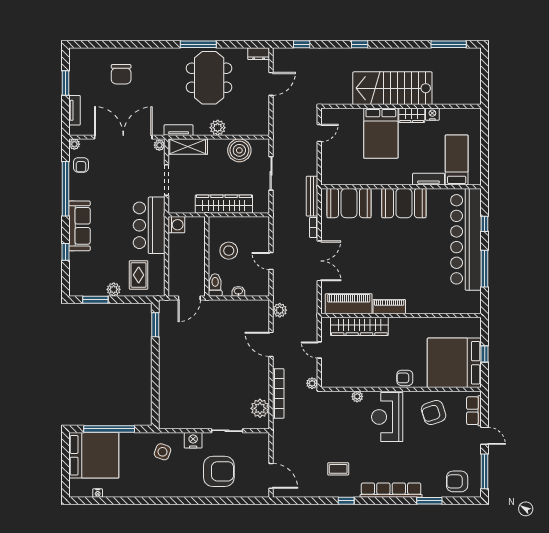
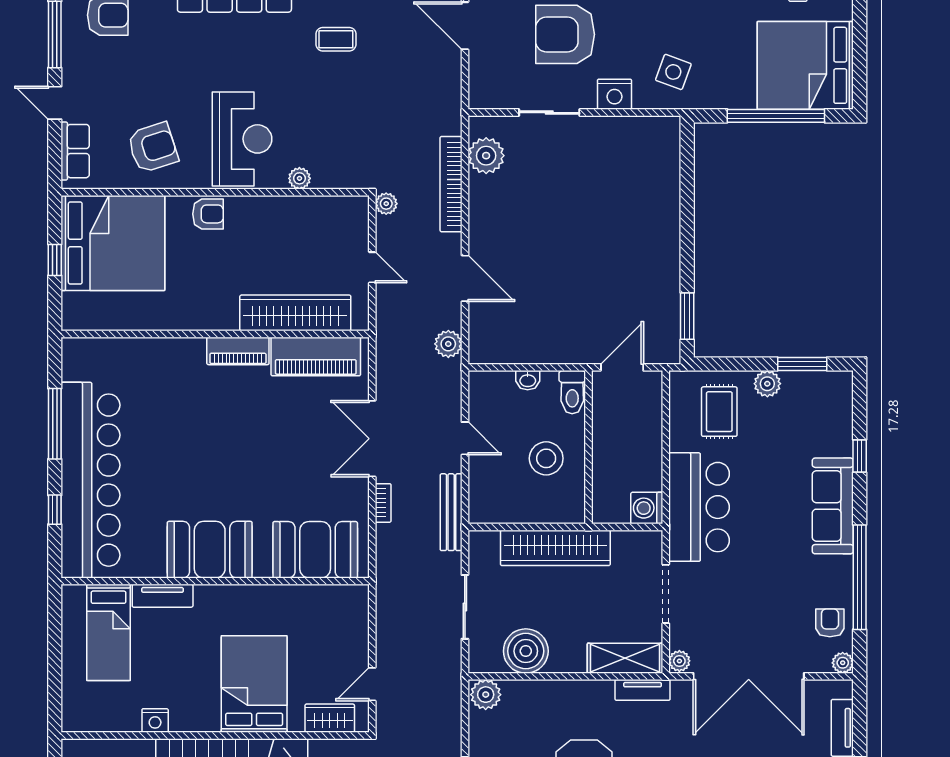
wardrobe: (412, 115) -> (330, 718), moved
plant: (218, 128) -> (486, 695), moved
bench: (312, 196) -> (451, 512), moved

